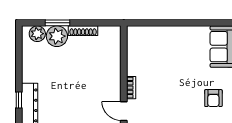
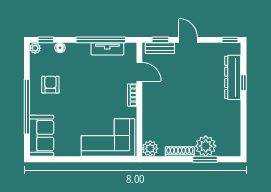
plant: (37, 34) -> (150, 149), moved
corner sofa: (155, 45) -> (108, 137), added

